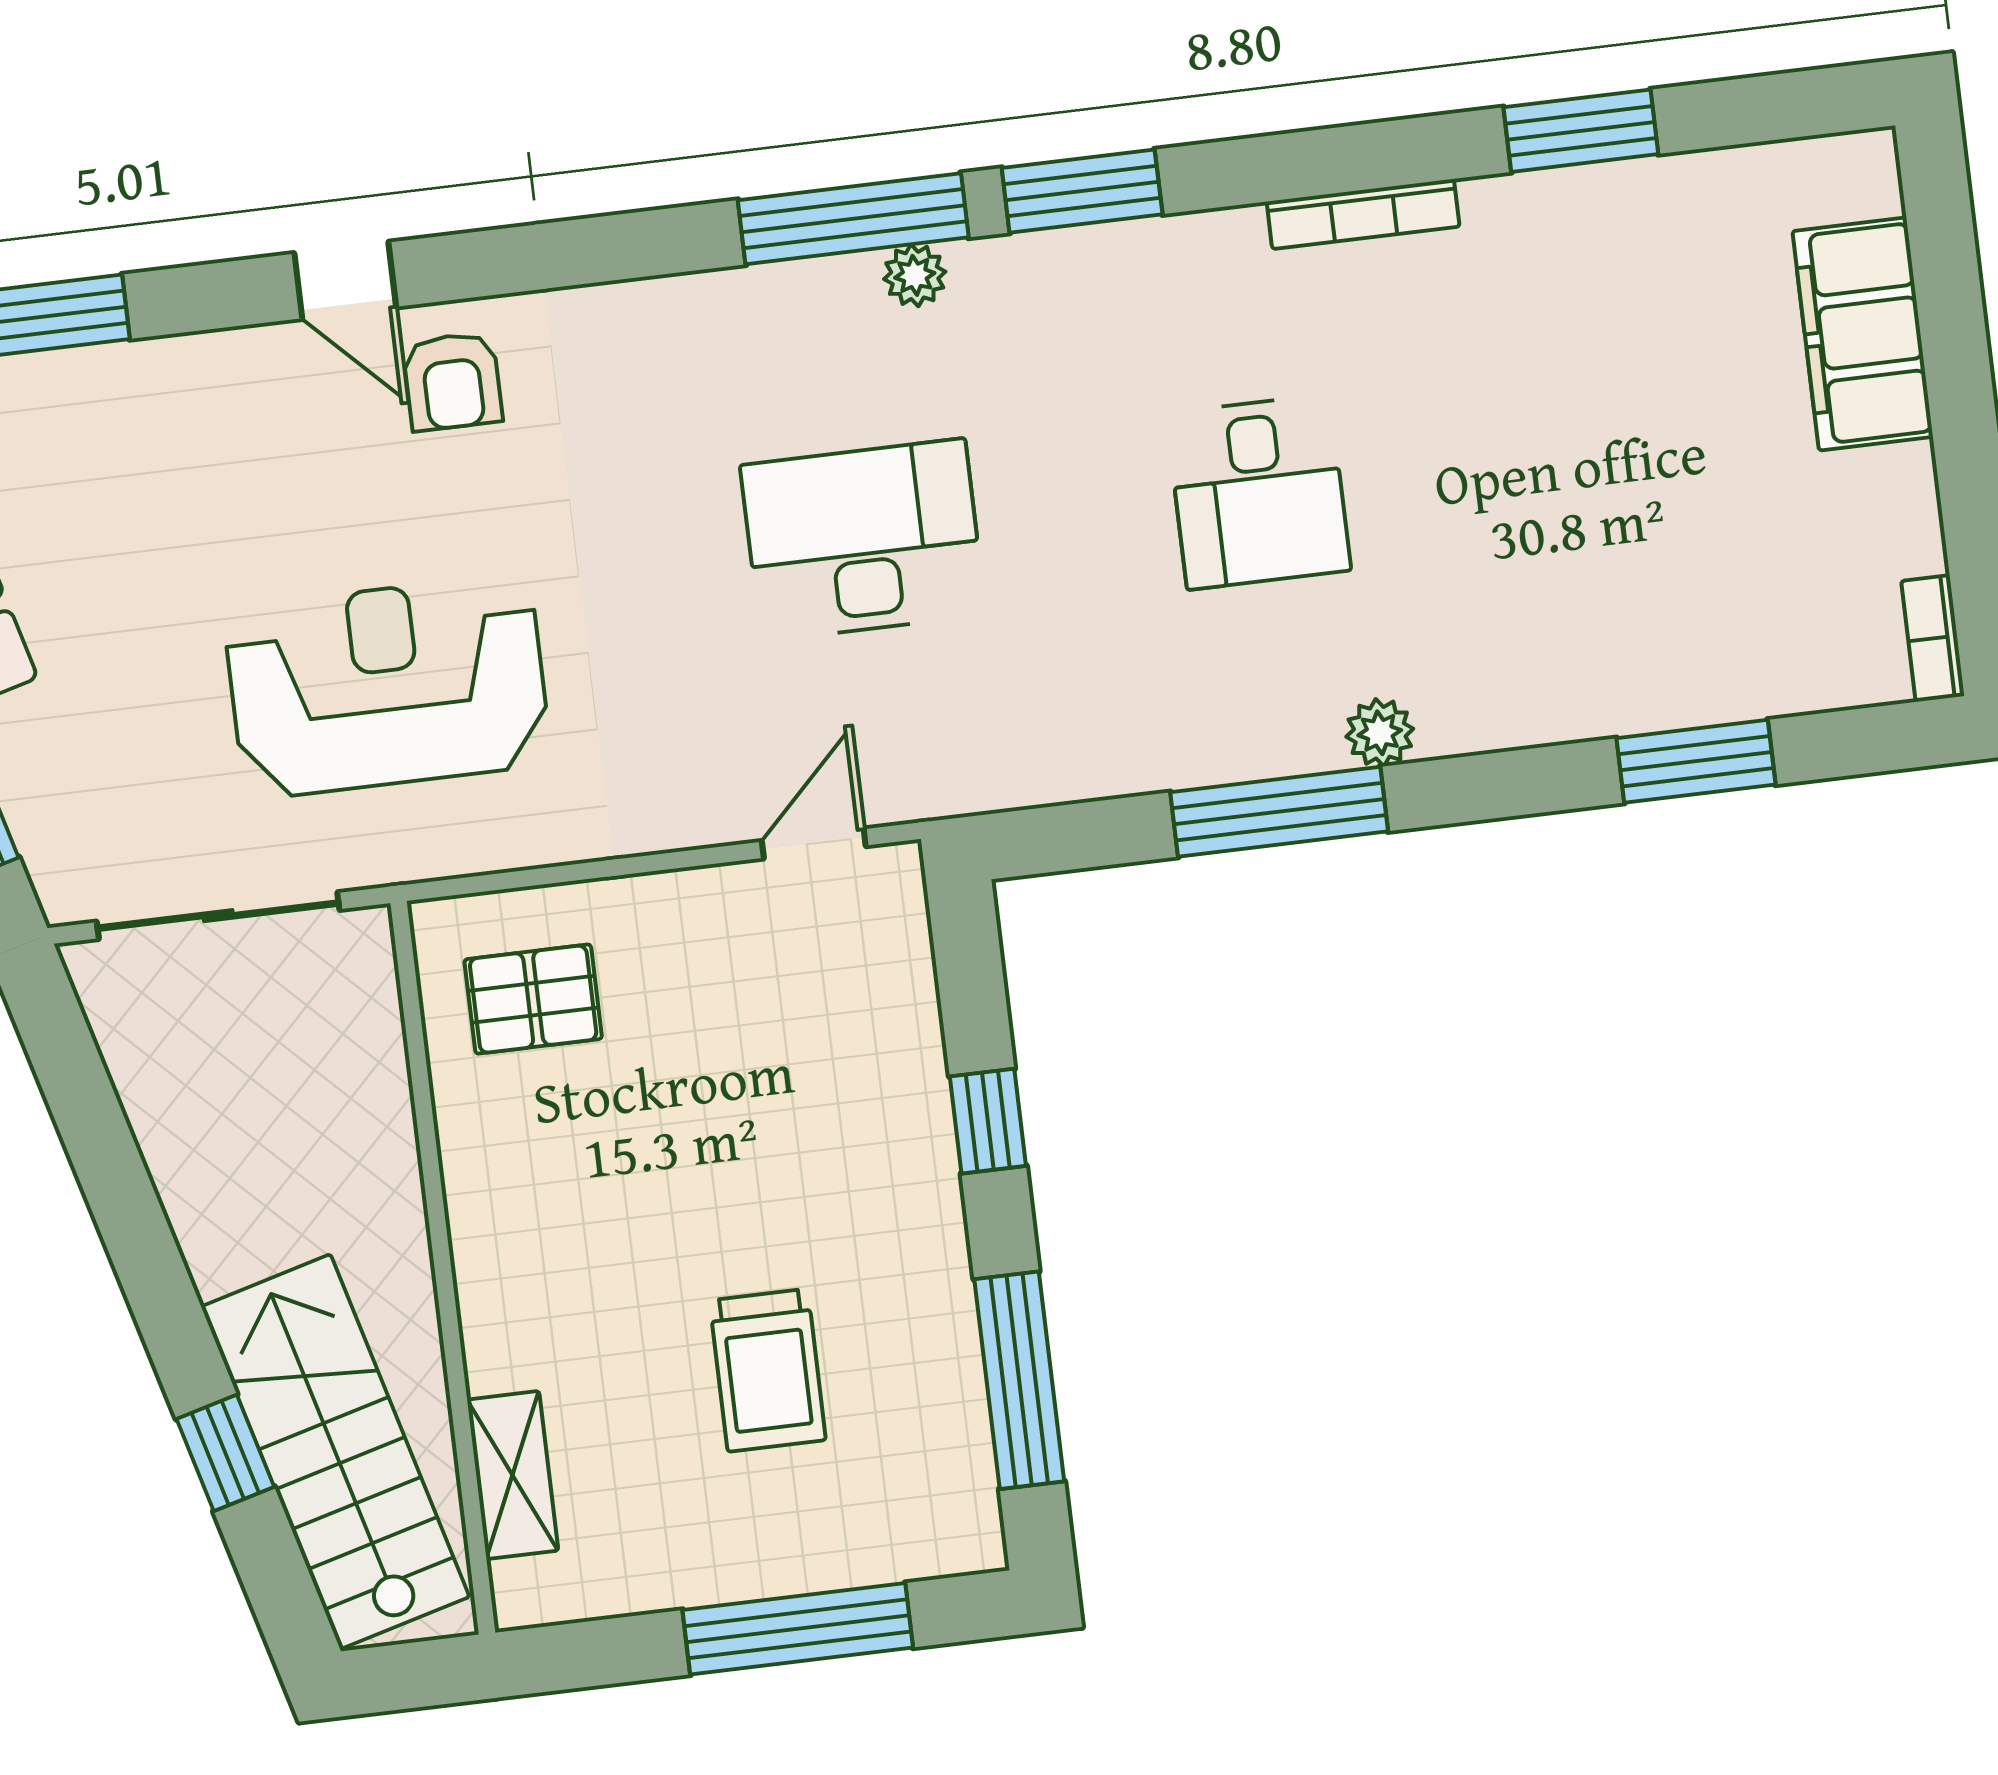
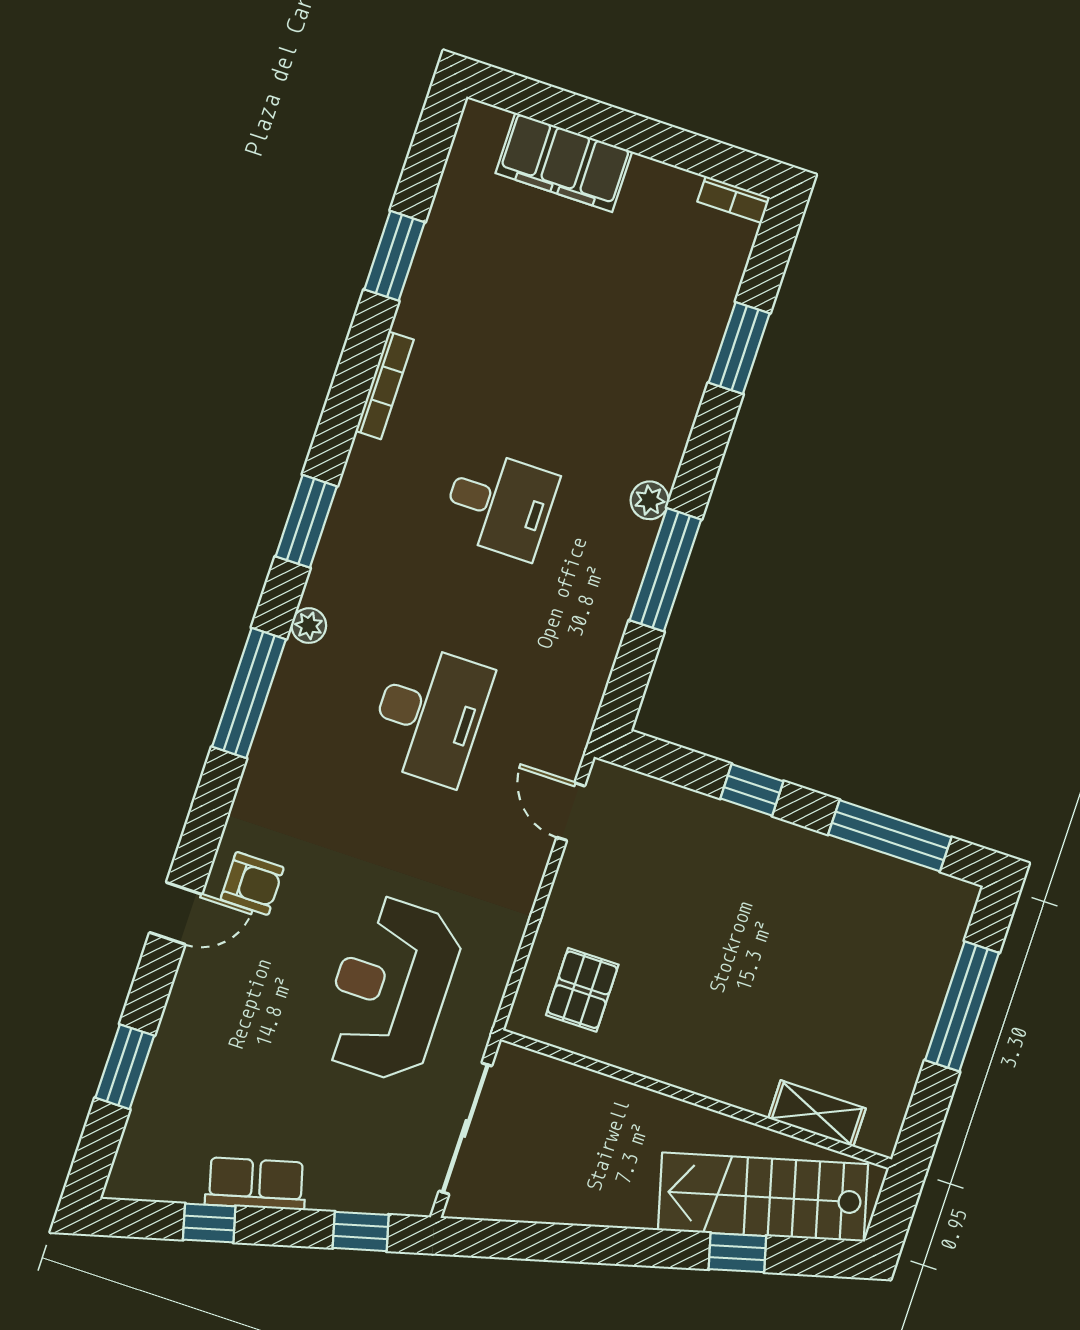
window: (853, 219) -> (249, 693), moved
desk: (863, 540) -> (430, 714), turned 180
trolley: (768, 1370) -> (825, 960), removed

